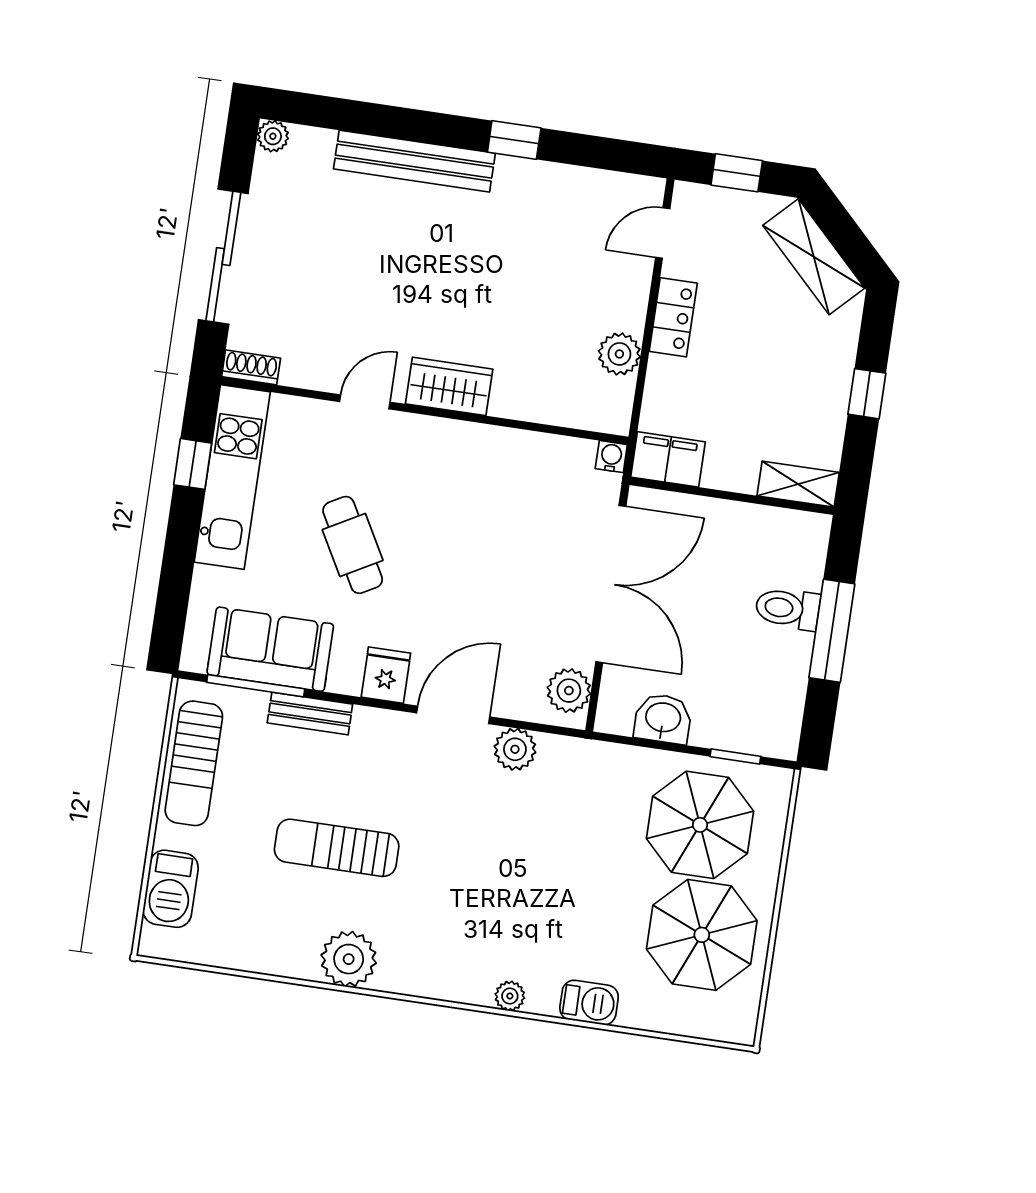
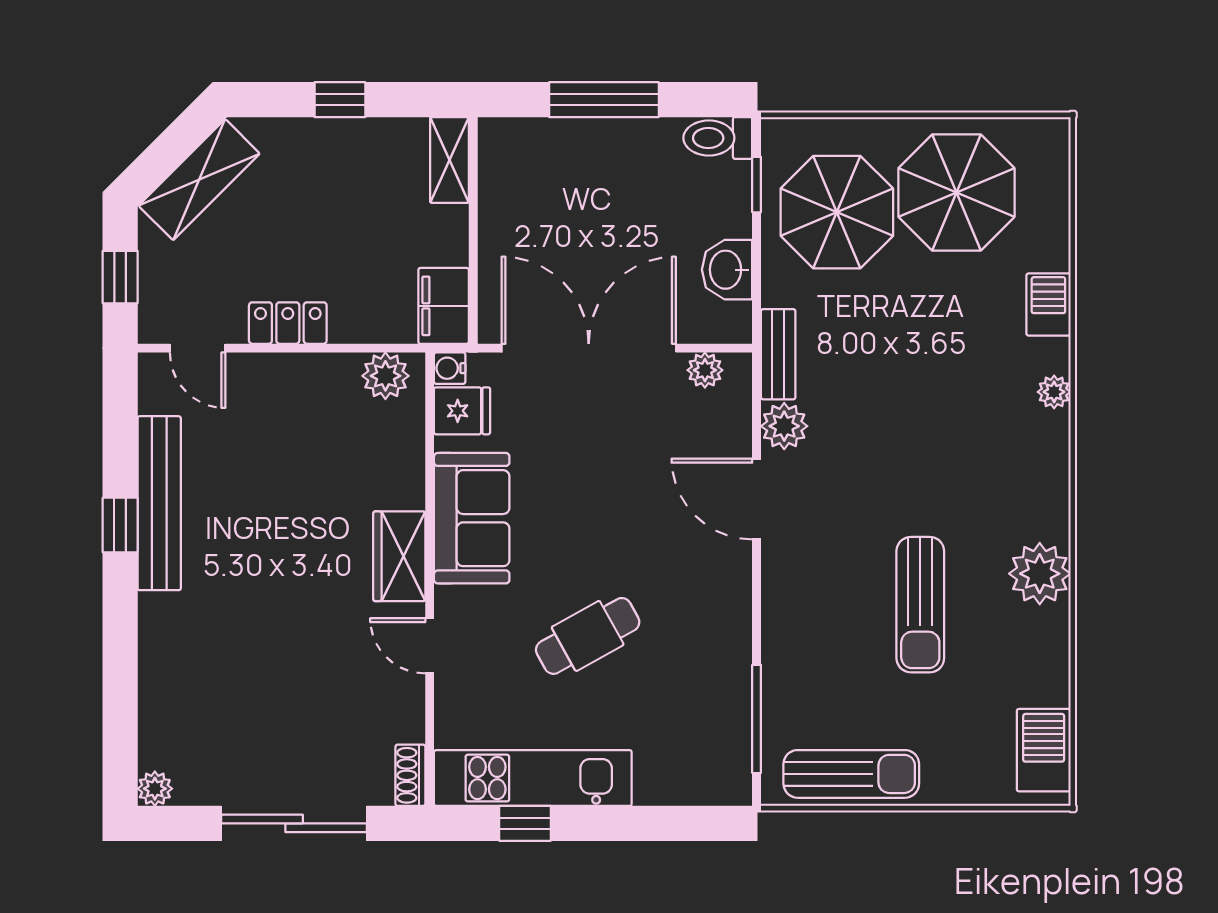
bench: (414, 161) -> (159, 503), moved
plant: (619, 354) -> (385, 376), moved
toilet: (788, 609) -> (718, 138), moved, turned 90
sofa: (270, 649) -> (472, 518), moved, turned 180
fridge: (386, 675) -> (462, 411), moved, turned 180
plant: (569, 691) -> (705, 370), width x0.73, depth x0.73
bench: (310, 713) -> (778, 354), moved
barbecue: (171, 889) -> (1044, 750), moved, turned -90

